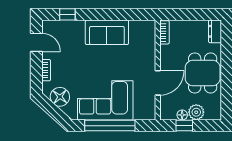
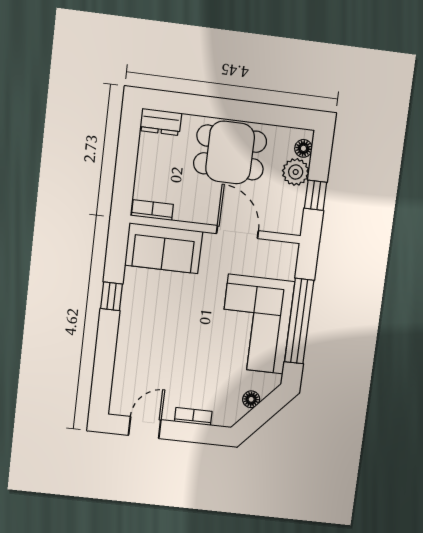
window: (67, 14) -> (111, 296), moved
sofa: (107, 32) -> (164, 248), moved, turned 90
floor lamp: (60, 97) -> (251, 399), width x0.53, depth x0.53
floor lamp: (182, 115) -> (303, 148), moved

